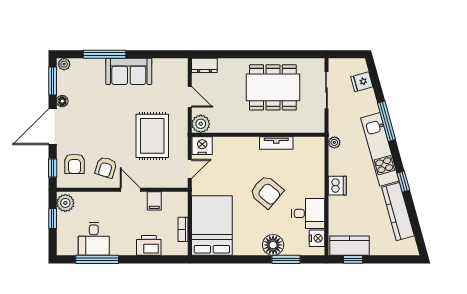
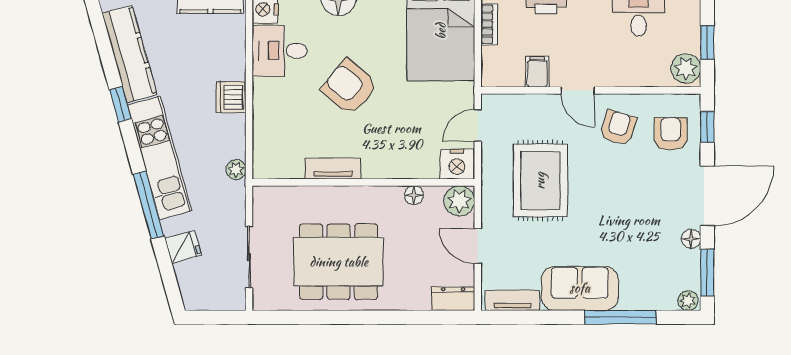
tv unit: (169, 64) -> (512, 300), added
fridge: (362, 82) -> (183, 247), moved
floor lamp: (228, 127) -> (414, 195), added

